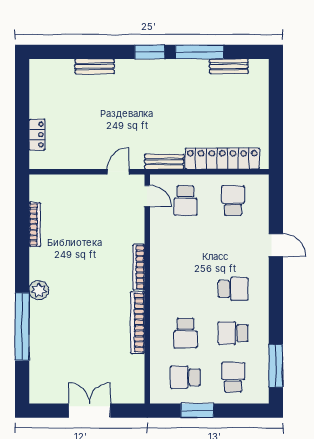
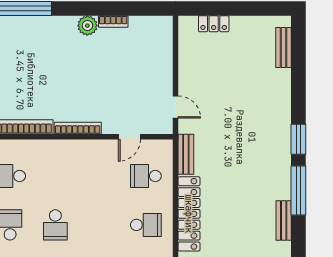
bench: (95, 66) -> (284, 47), moved
door: (147, 196) -> (129, 137), moved
bookcase: (35, 225) -> (113, 21), width x0.64
plant: (39, 290) -> (87, 26), moved

